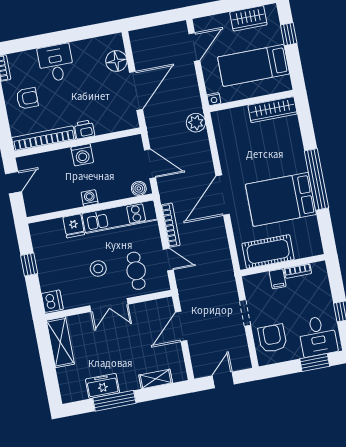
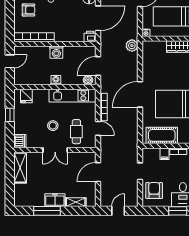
printer: (84, 129) -> (90, 36), moved
door: (150, 164) -> (98, 66), swing flipped
fridge: (74, 226) -> (26, 96), moved
freezer: (103, 386) -> (55, 200), moved

